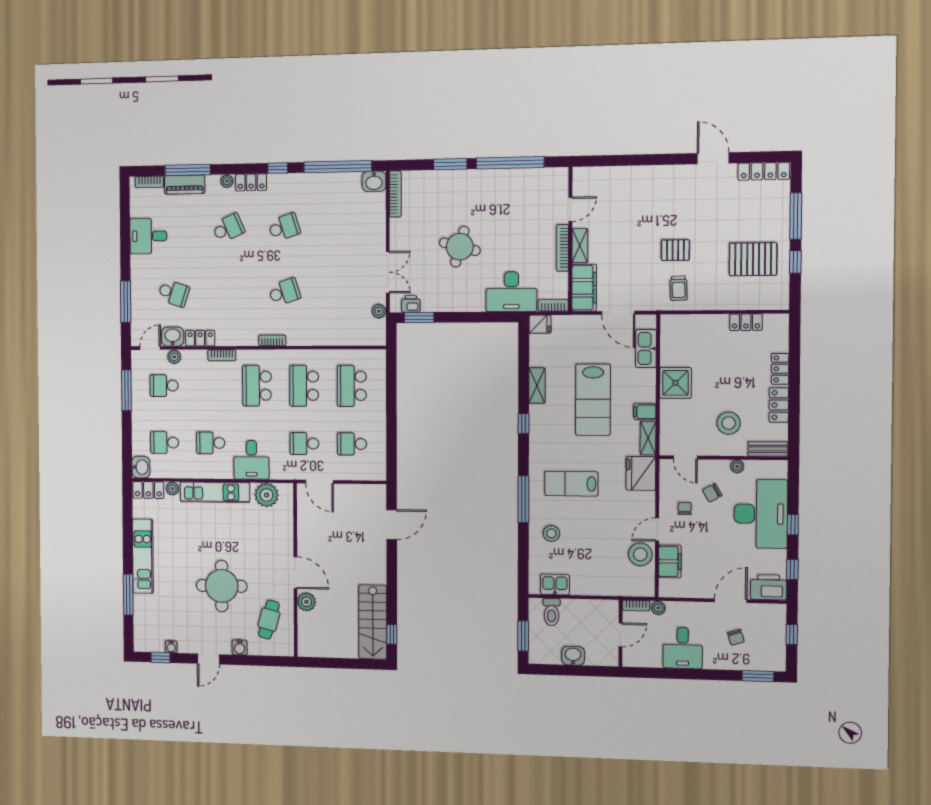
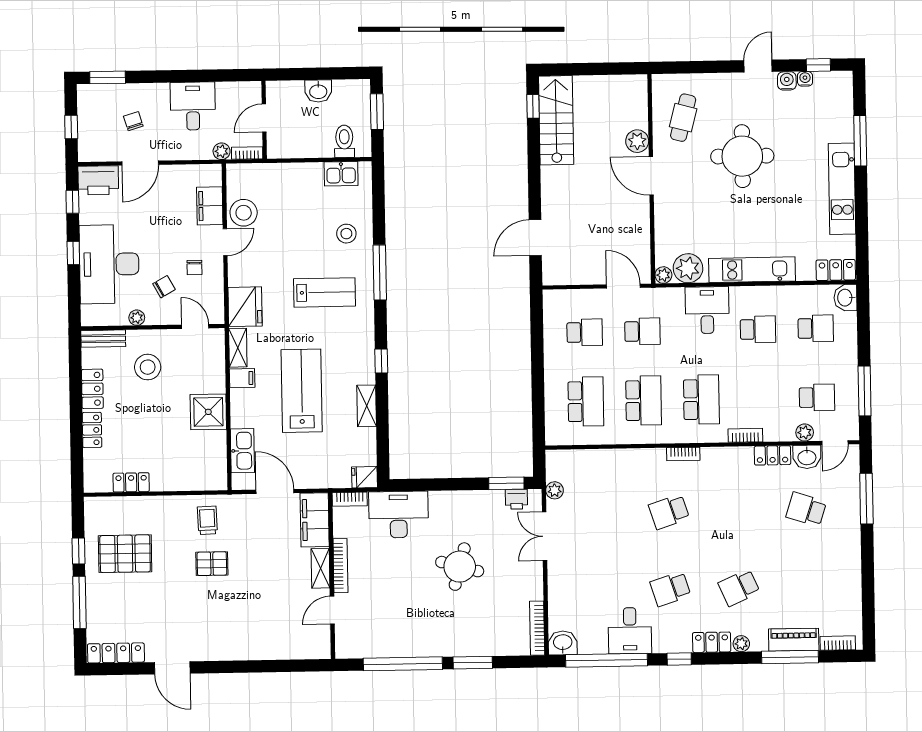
desk: (148, 236) -> (630, 631), moved, turned 90
plant: (172, 489) -> (663, 275), moved
water cooler: (240, 647) -> (787, 81), moved

